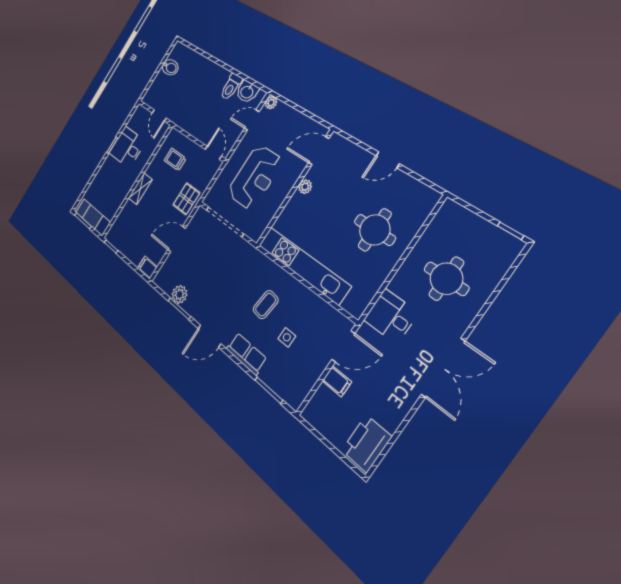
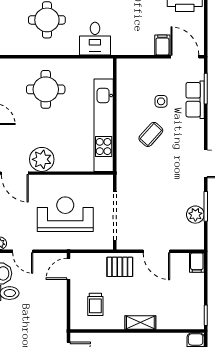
plant: (305, 187) -> (42, 159), width x1.88, depth x1.88
coffee table: (266, 305) -> (151, 134), turned -55
door: (343, 346) -> (185, 57), moved
row of seats: (246, 354) -> (195, 100), moved

